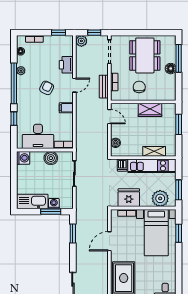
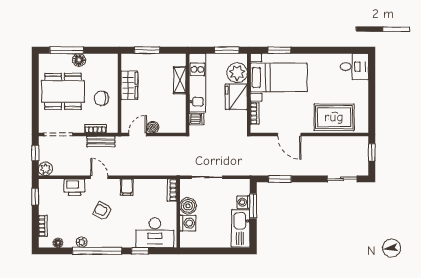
desk: (38, 136) -> (155, 233), moved, turned 90
boiler: (116, 143) -> (153, 127), moved
washing machine: (23, 158) -> (188, 223), moved, turned 90
fridge: (129, 198) -> (236, 97), moved

